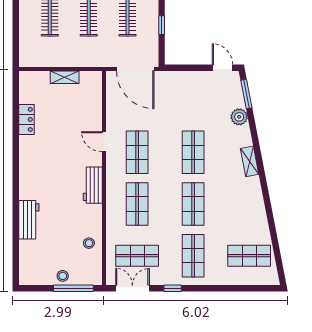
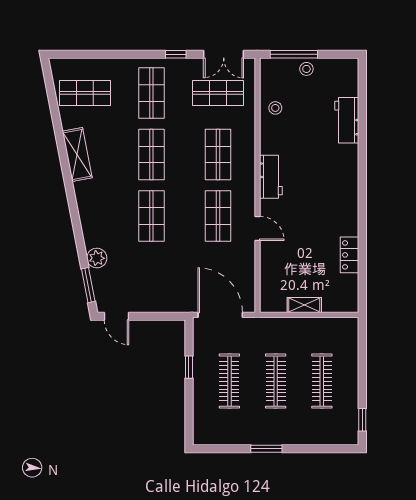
shelving: (250, 161) -> (77, 154), moved, width x1.50, depth x1.33
workbench: (29, 220) -> (347, 120), moved

